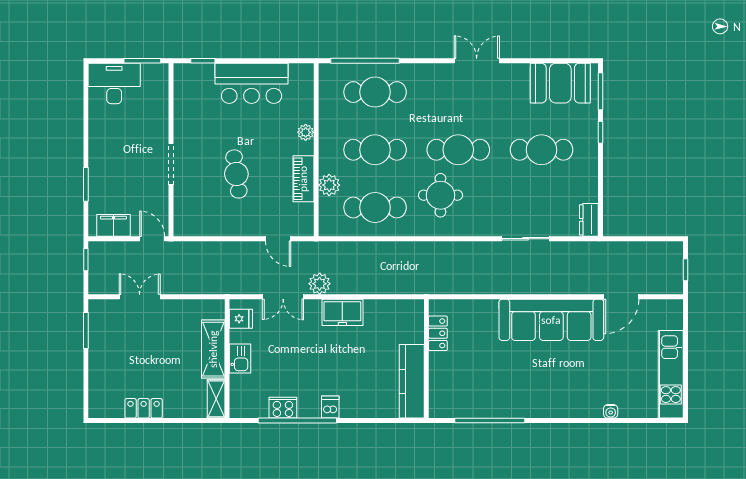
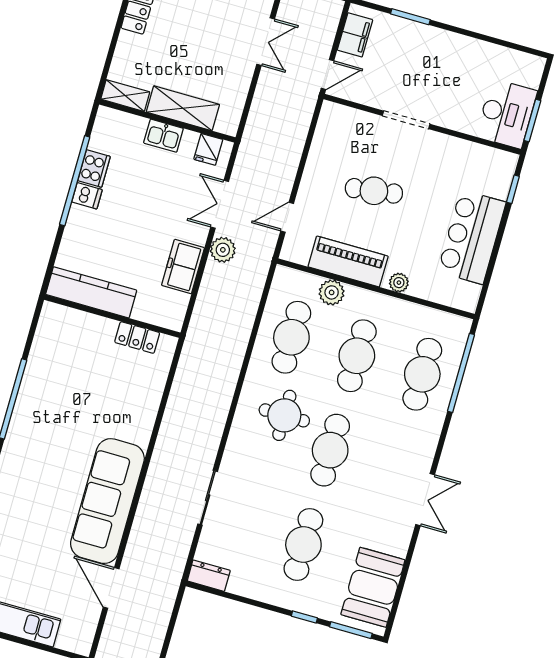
desk: (114, 83) -> (507, 114), moved
piano: (303, 179) -> (348, 261), width x1.37, depth x1.33
locker: (438, 333) -> (137, 337), moved
wall: (426, 359) -> (112, 316), moved
kitchen counter: (412, 381) -> (91, 292), moved
dishwasher: (330, 407) -> (87, 196), moved

